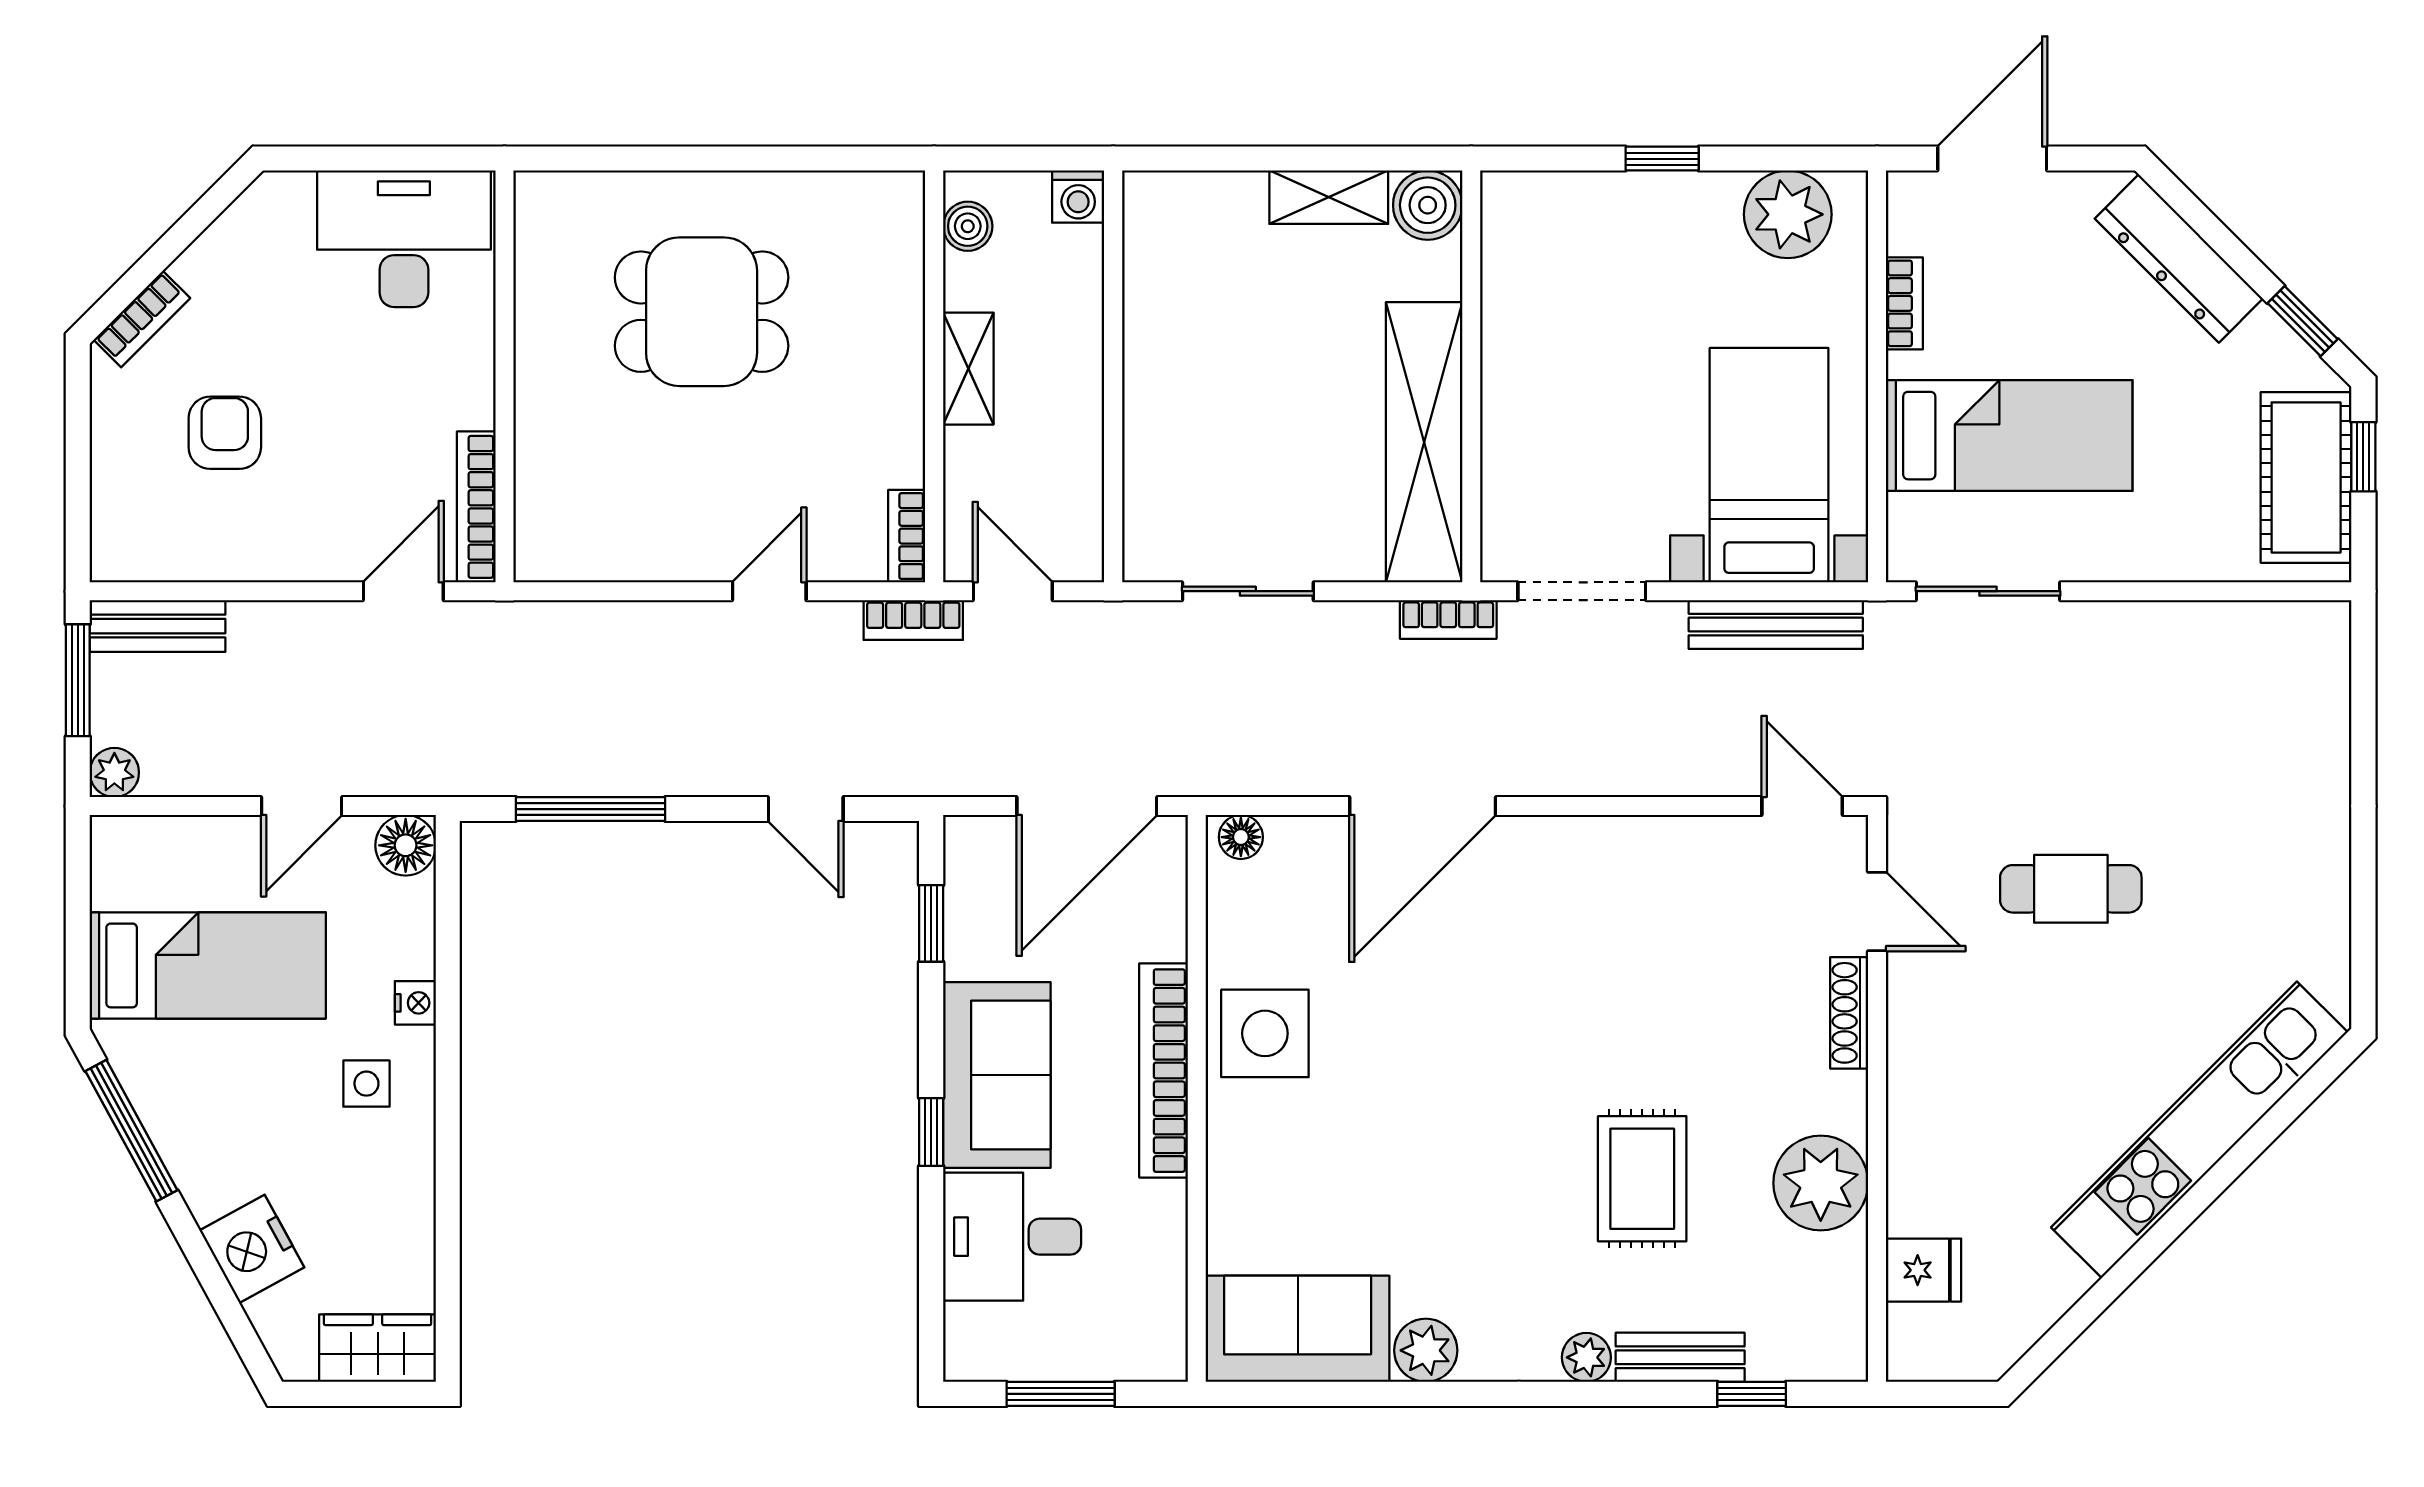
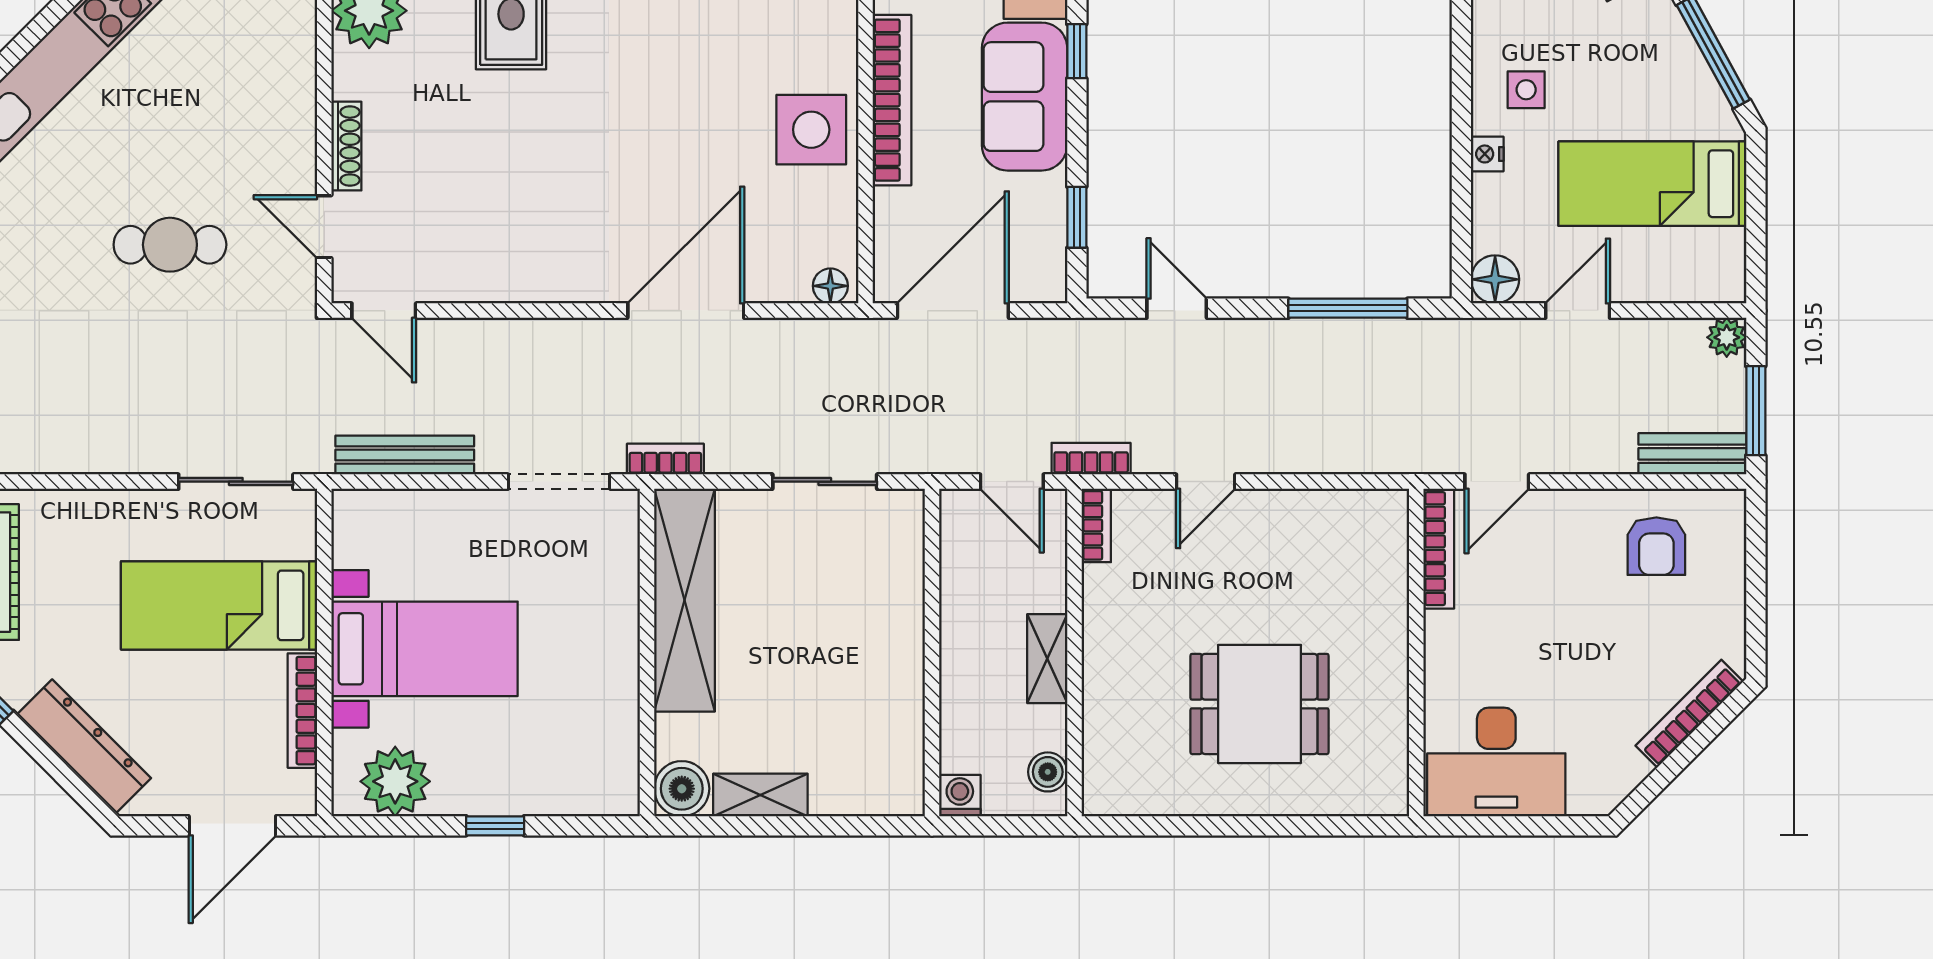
bookcase: (1904, 303) -> (302, 711), width x1.56
bookcase: (142, 319) -> (1689, 714), width x1.56
armchair: (225, 433) -> (1656, 546), moved
bed with nightstands: (1769, 465) -> (425, 649), moved, turned -90

